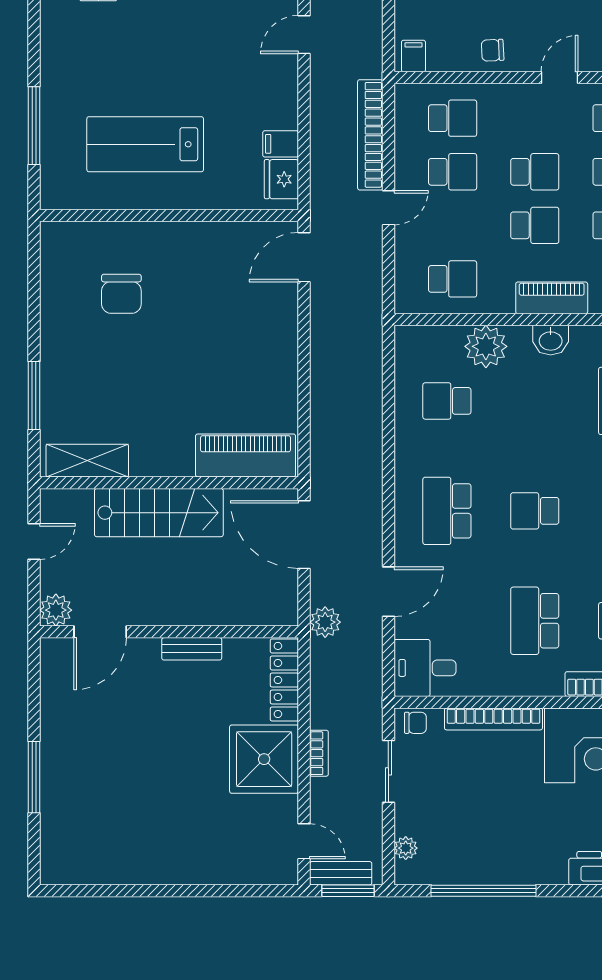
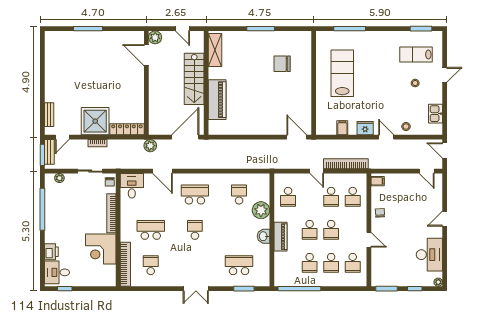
fridge: (281, 179) -> (365, 128), moved
window: (34, 395) -> (261, 29), moved
piano: (246, 455) -> (217, 100), moved
bench: (192, 649) -> (49, 115), moved

